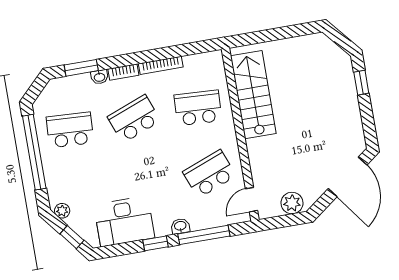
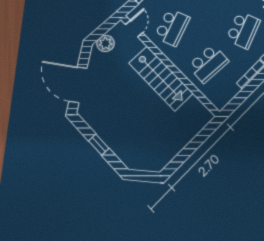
window: (361, 83) -> (99, 145), moved
stairs: (253, 95) -> (161, 78), moved

